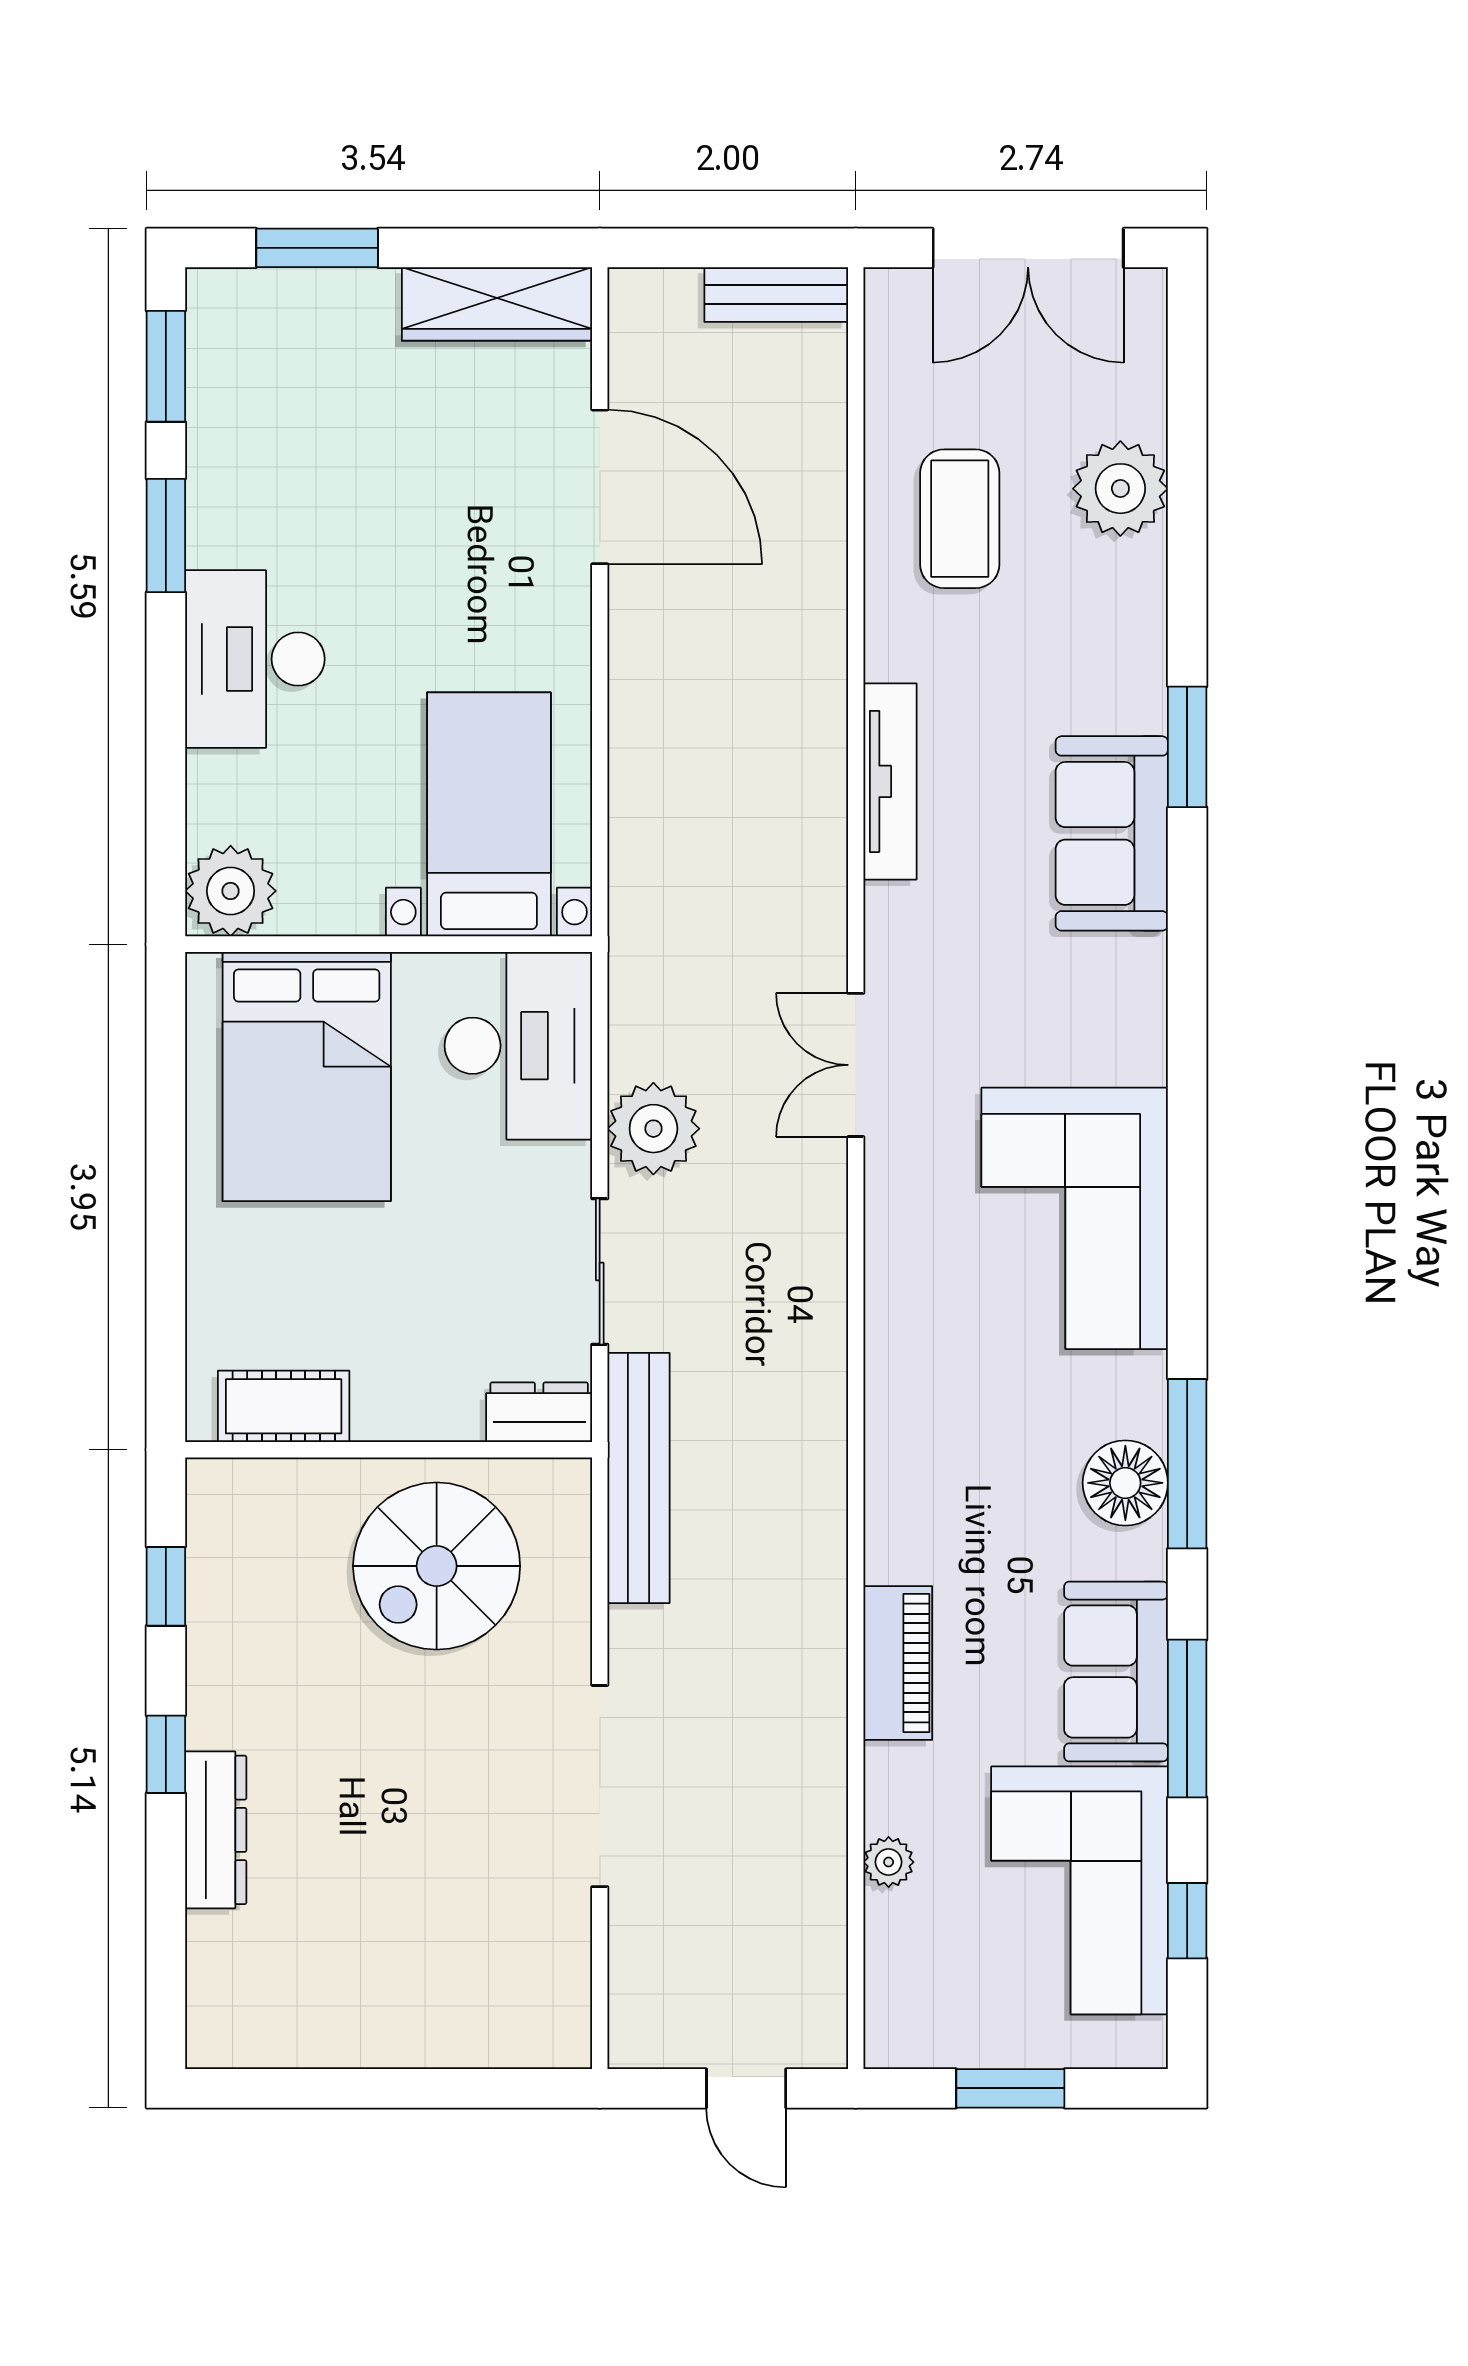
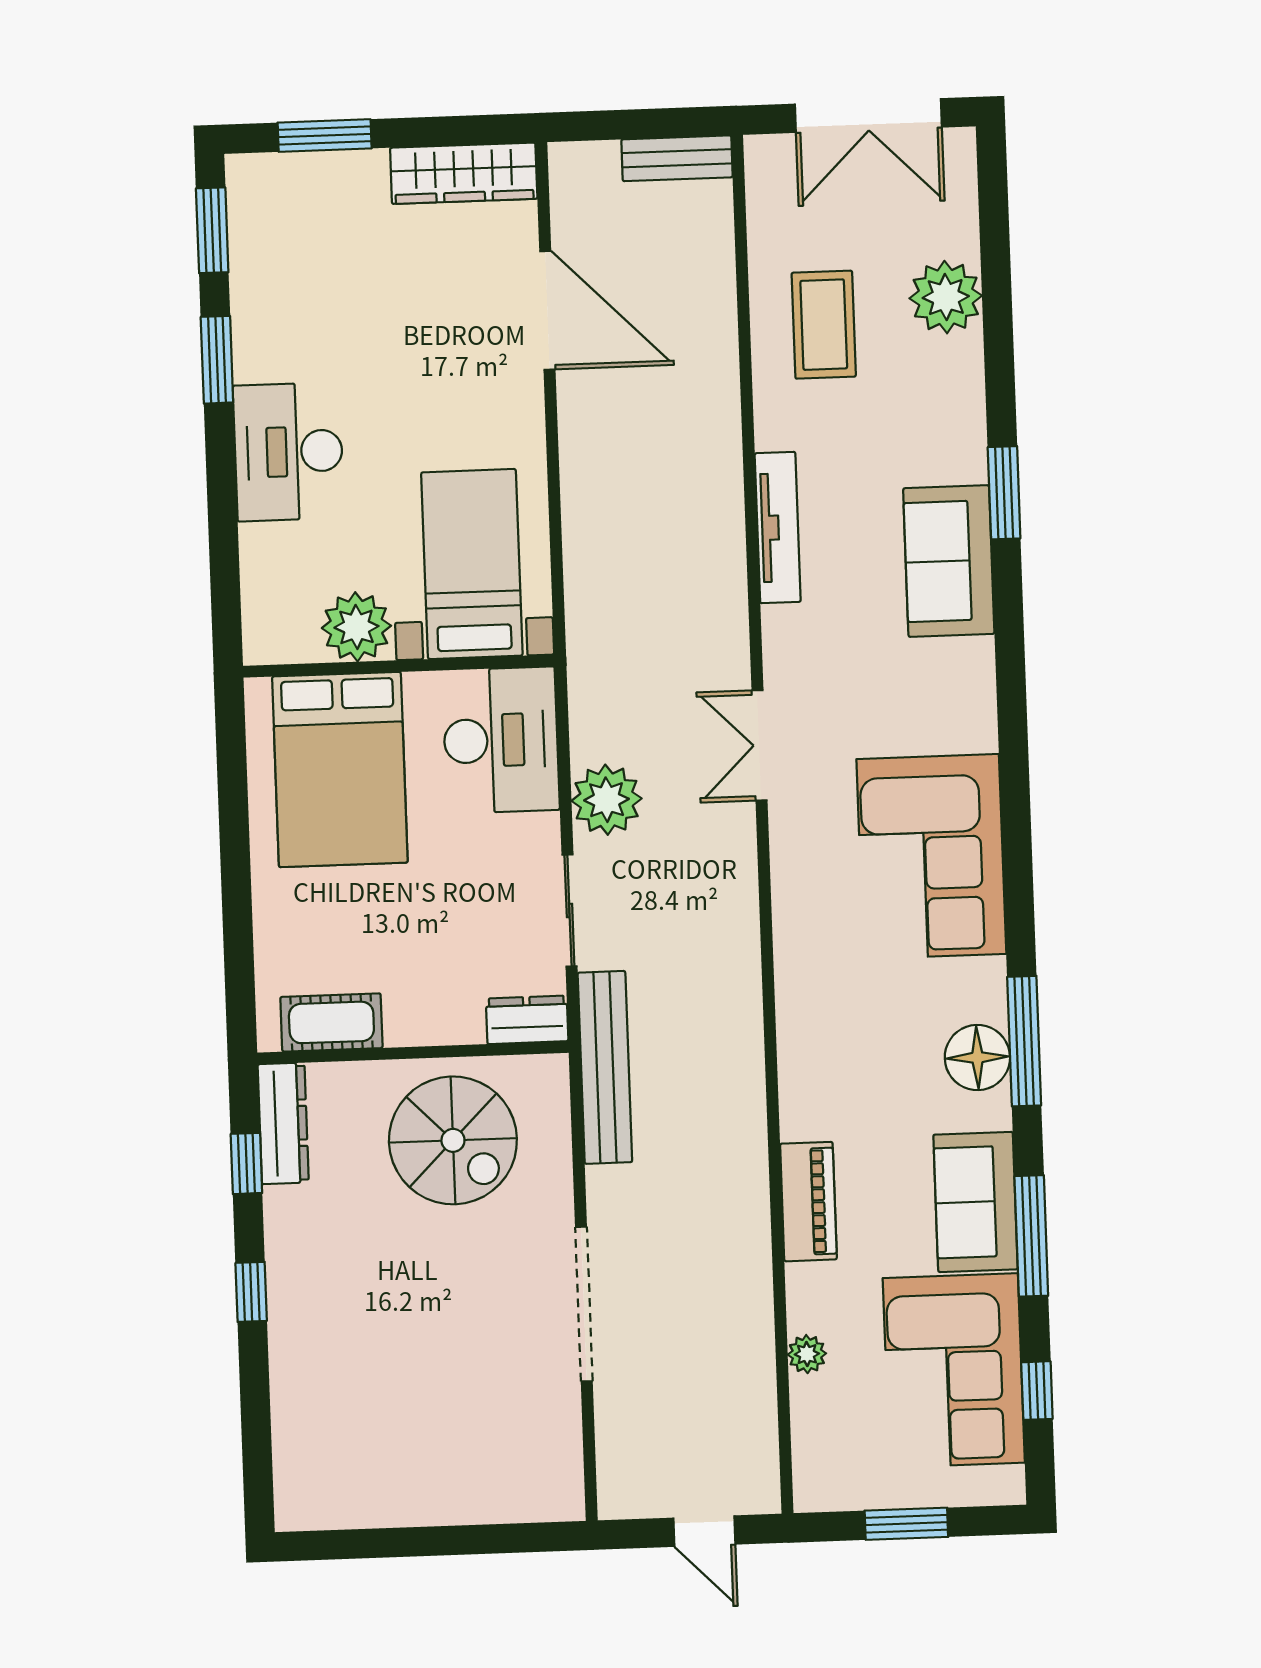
plant: (231, 891) -> (356, 627), moved
spiral stairs: (437, 1566) -> (453, 1140), turned -90
dresser: (216, 1830) -> (283, 1123), moved

